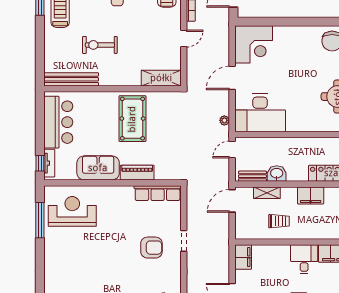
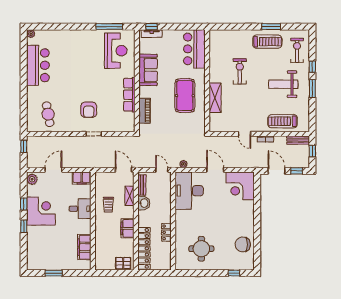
shelving: (161, 78) -> (215, 98), moved
bench: (71, 79) -> (214, 50), removed
pool table: (132, 119) -> (185, 96), turned 90
bar counter: (58, 122) -> (194, 49), moved, turned 90
locker: (316, 144) -> (166, 232), added
piano: (137, 173) -> (145, 111), moved
row of seats: (158, 193) -> (129, 95), moved
desk: (304, 259) -> (80, 209), moved

